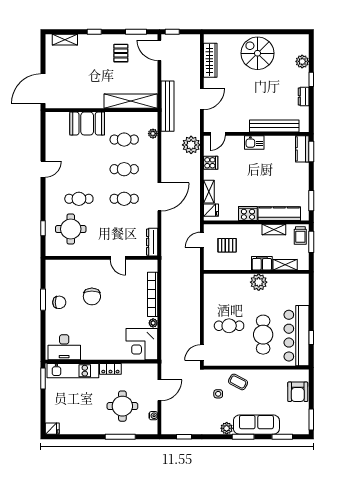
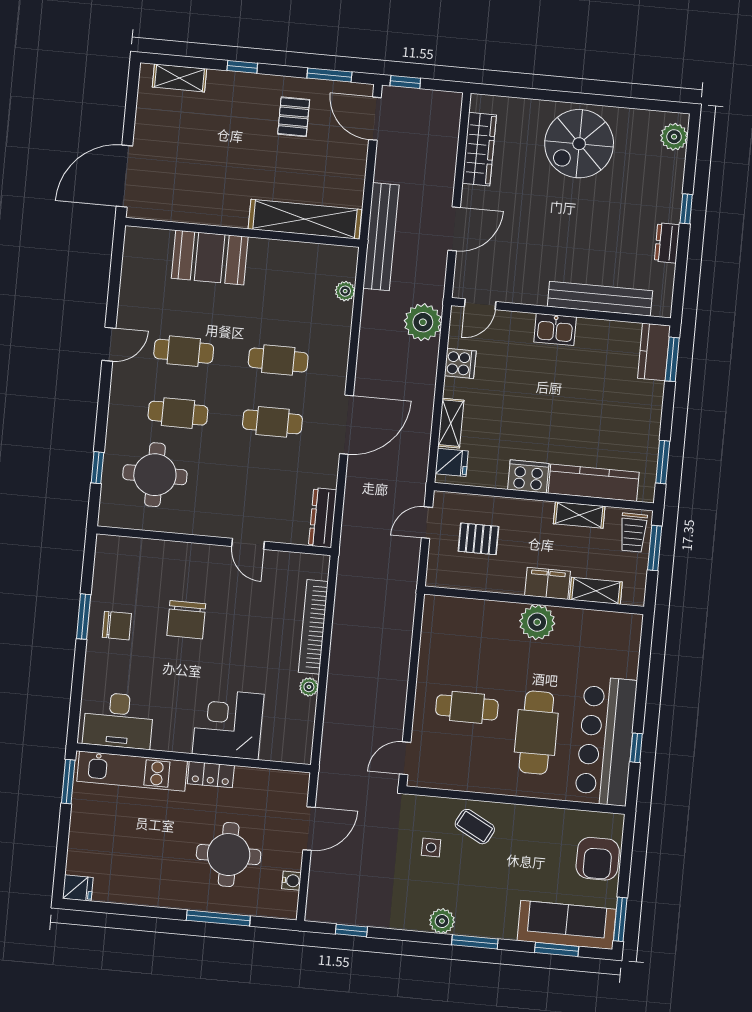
spiral stairs: (257, 53) -> (579, 144), turned -90
plant: (302, 61) -> (674, 137), moved
cafe table: (124, 140) -> (184, 351), moved
corner desk: (142, 344) -> (228, 724), moved, turned 90
sofa: (256, 425) -> (567, 925), moved

